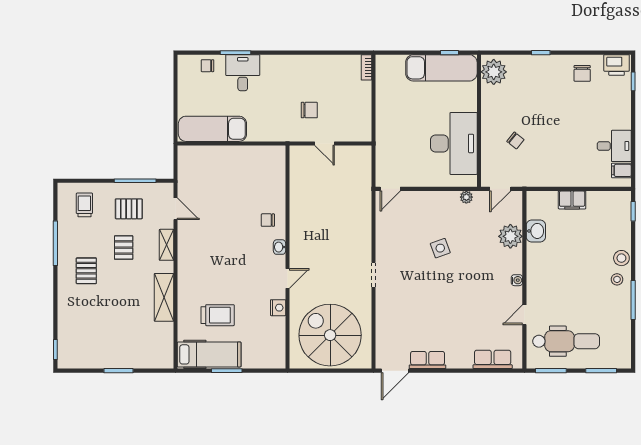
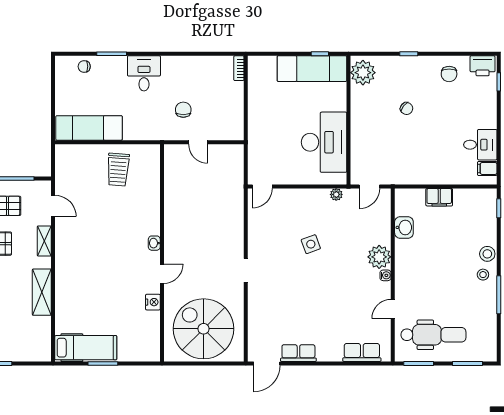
desk: (243, 73) -> (144, 73), moved
chair: (309, 110) -> (183, 110), turned -90
chair: (515, 140) -> (406, 108), moved
chair: (268, 220) -> (143, 217), removed
plant: (510, 236) -> (379, 257), moved
trolley: (218, 315) -> (118, 170), moved, turned 94

